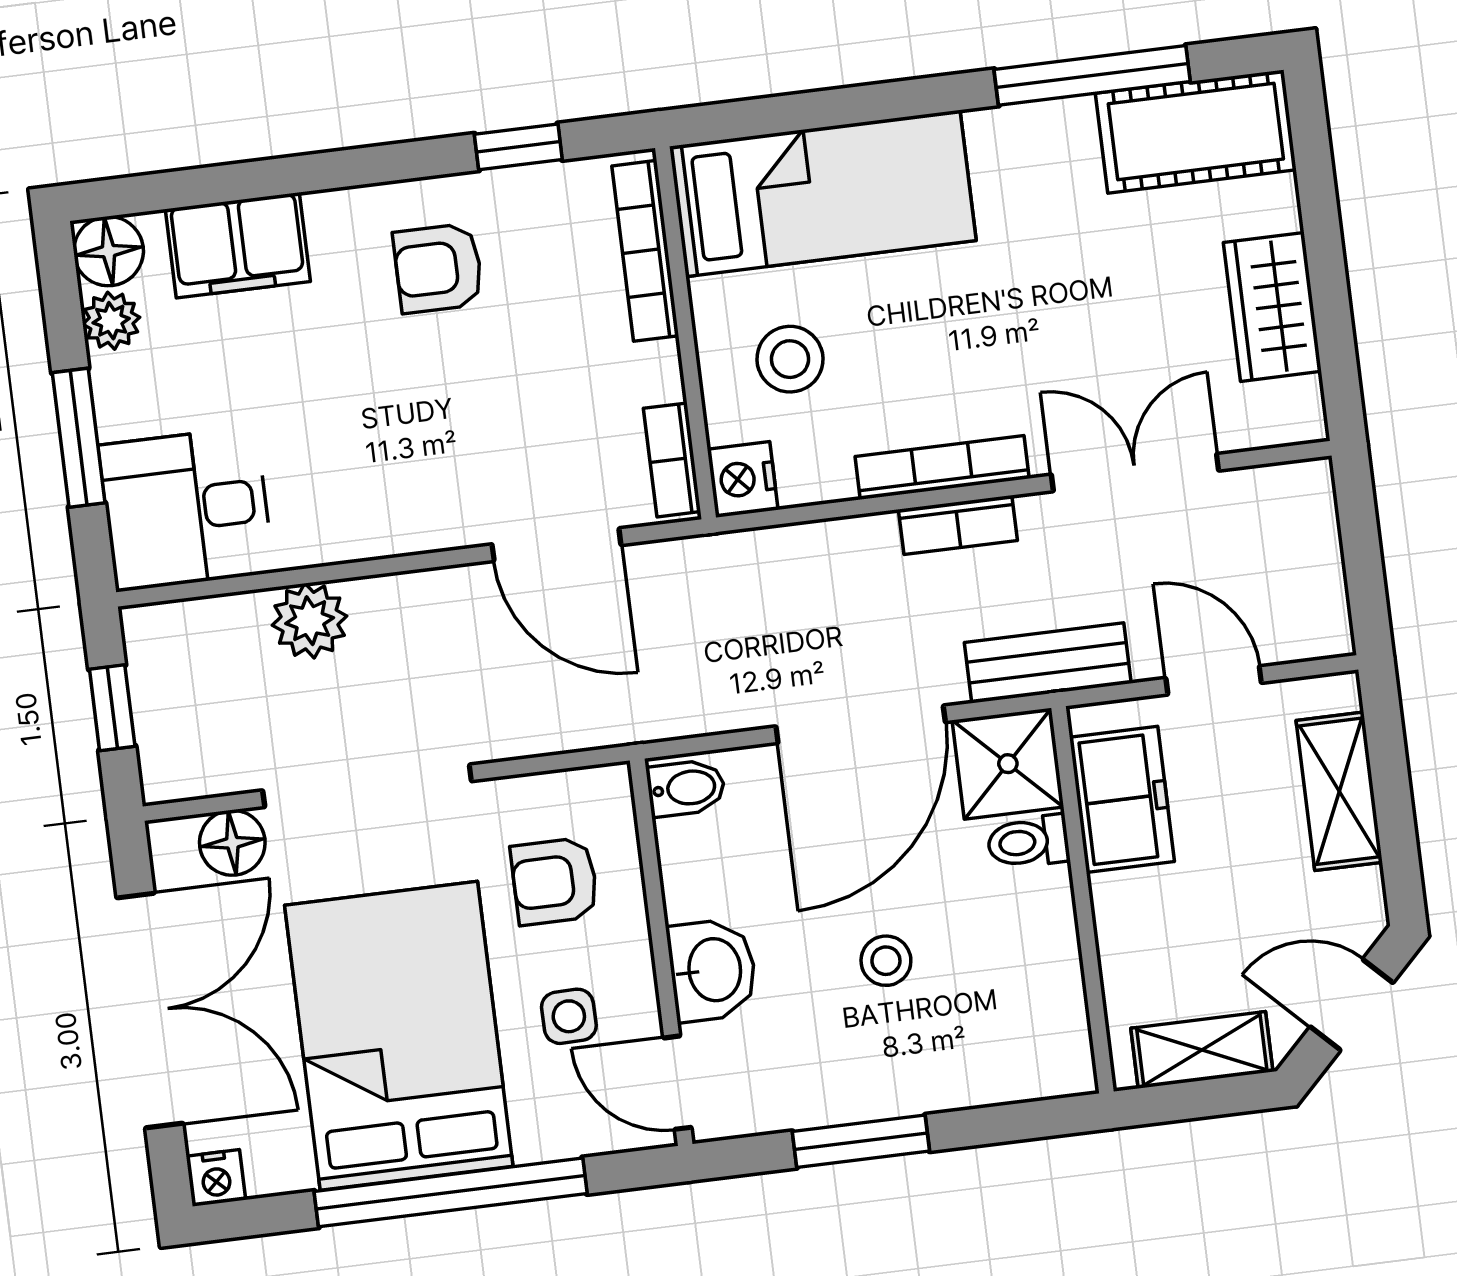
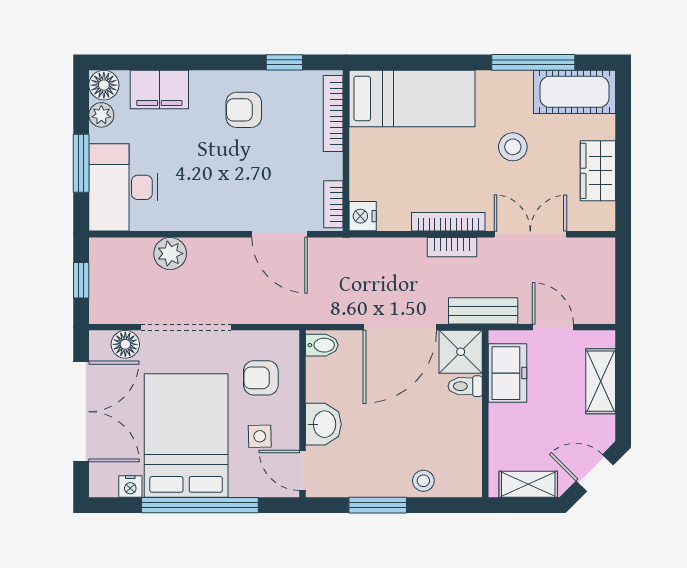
stool: (790, 359) -> (513, 147), moved
desk: (186, 509) -> (123, 187), width x1.37
stool: (886, 961) -> (423, 481), moved
nightstand: (216, 1178) -> (130, 487), moved

